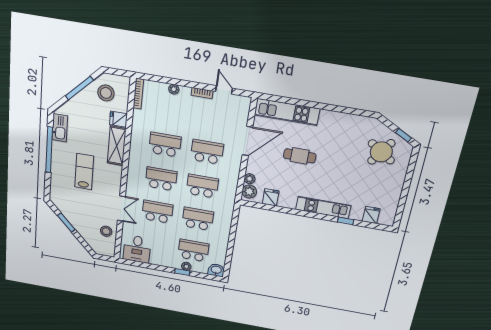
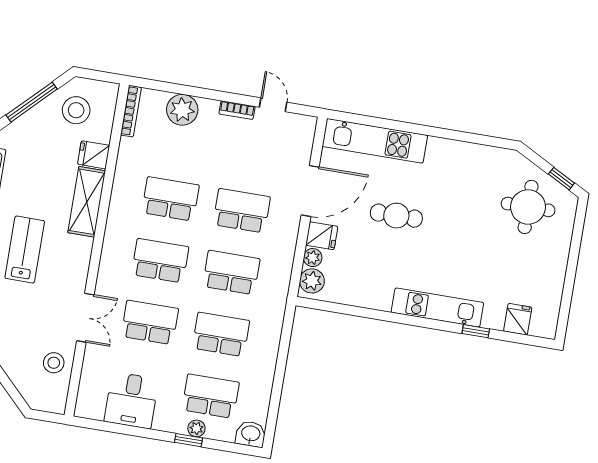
plant: (174, 89) -> (182, 110), width x1.87, depth x1.87
round table: (381, 152) -> (528, 207), turned -34
fridge: (271, 197) -> (322, 236), moved, turned 90
desk: (137, 249) -> (131, 400), moved

